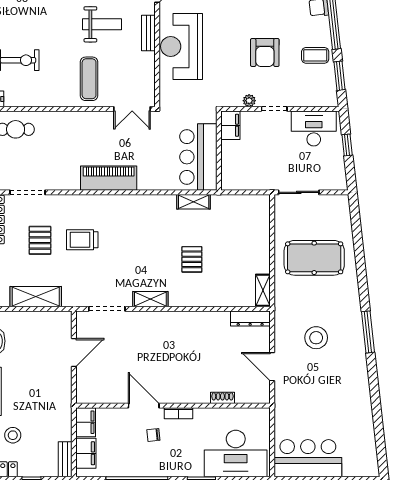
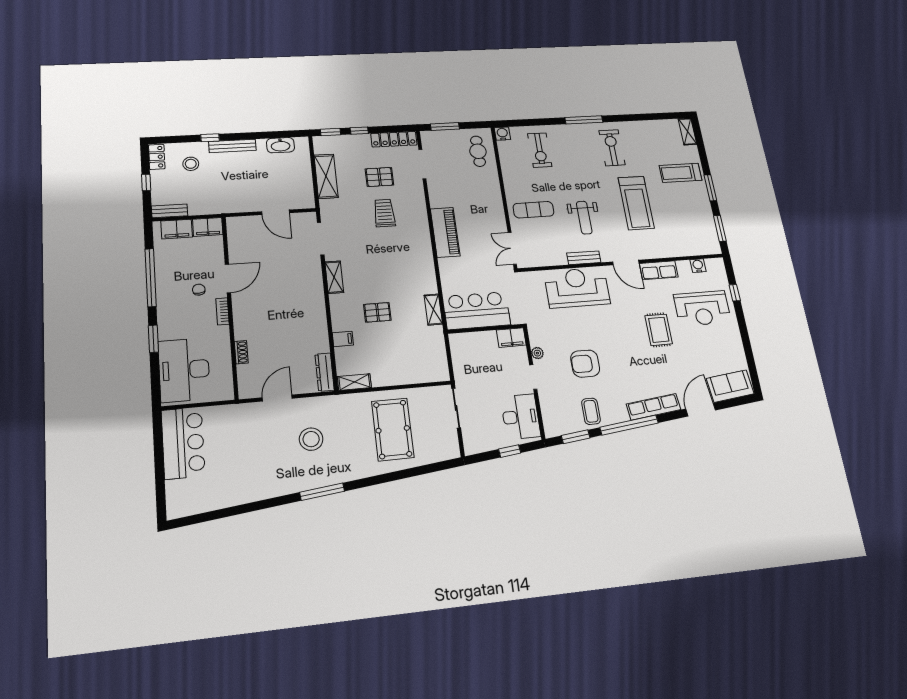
filing cabinet: (217, 297) -> (343, 339), added

